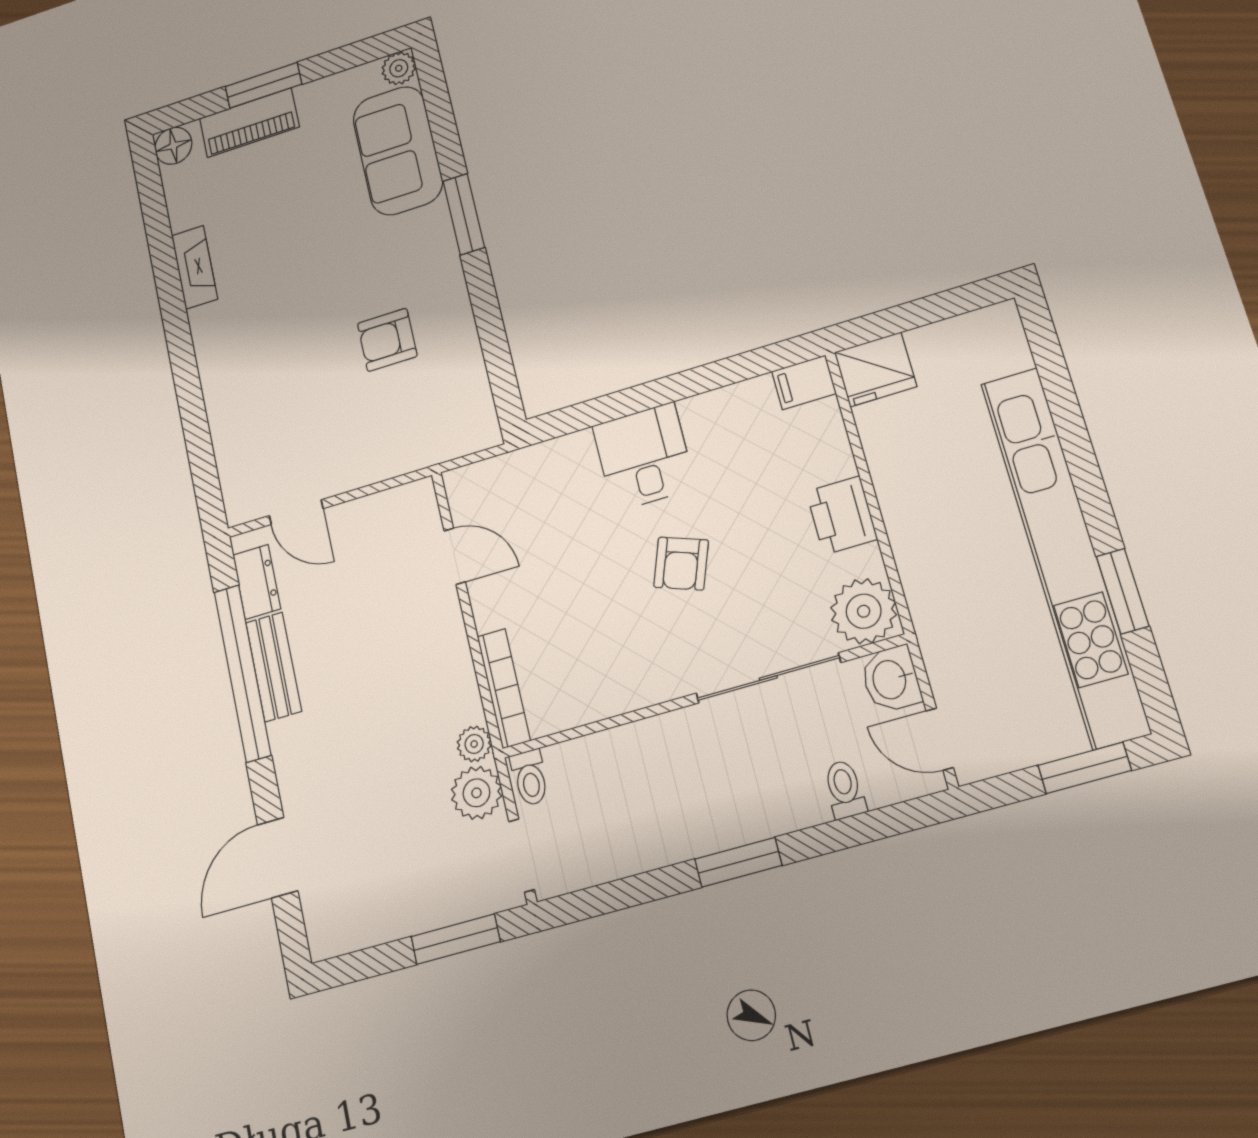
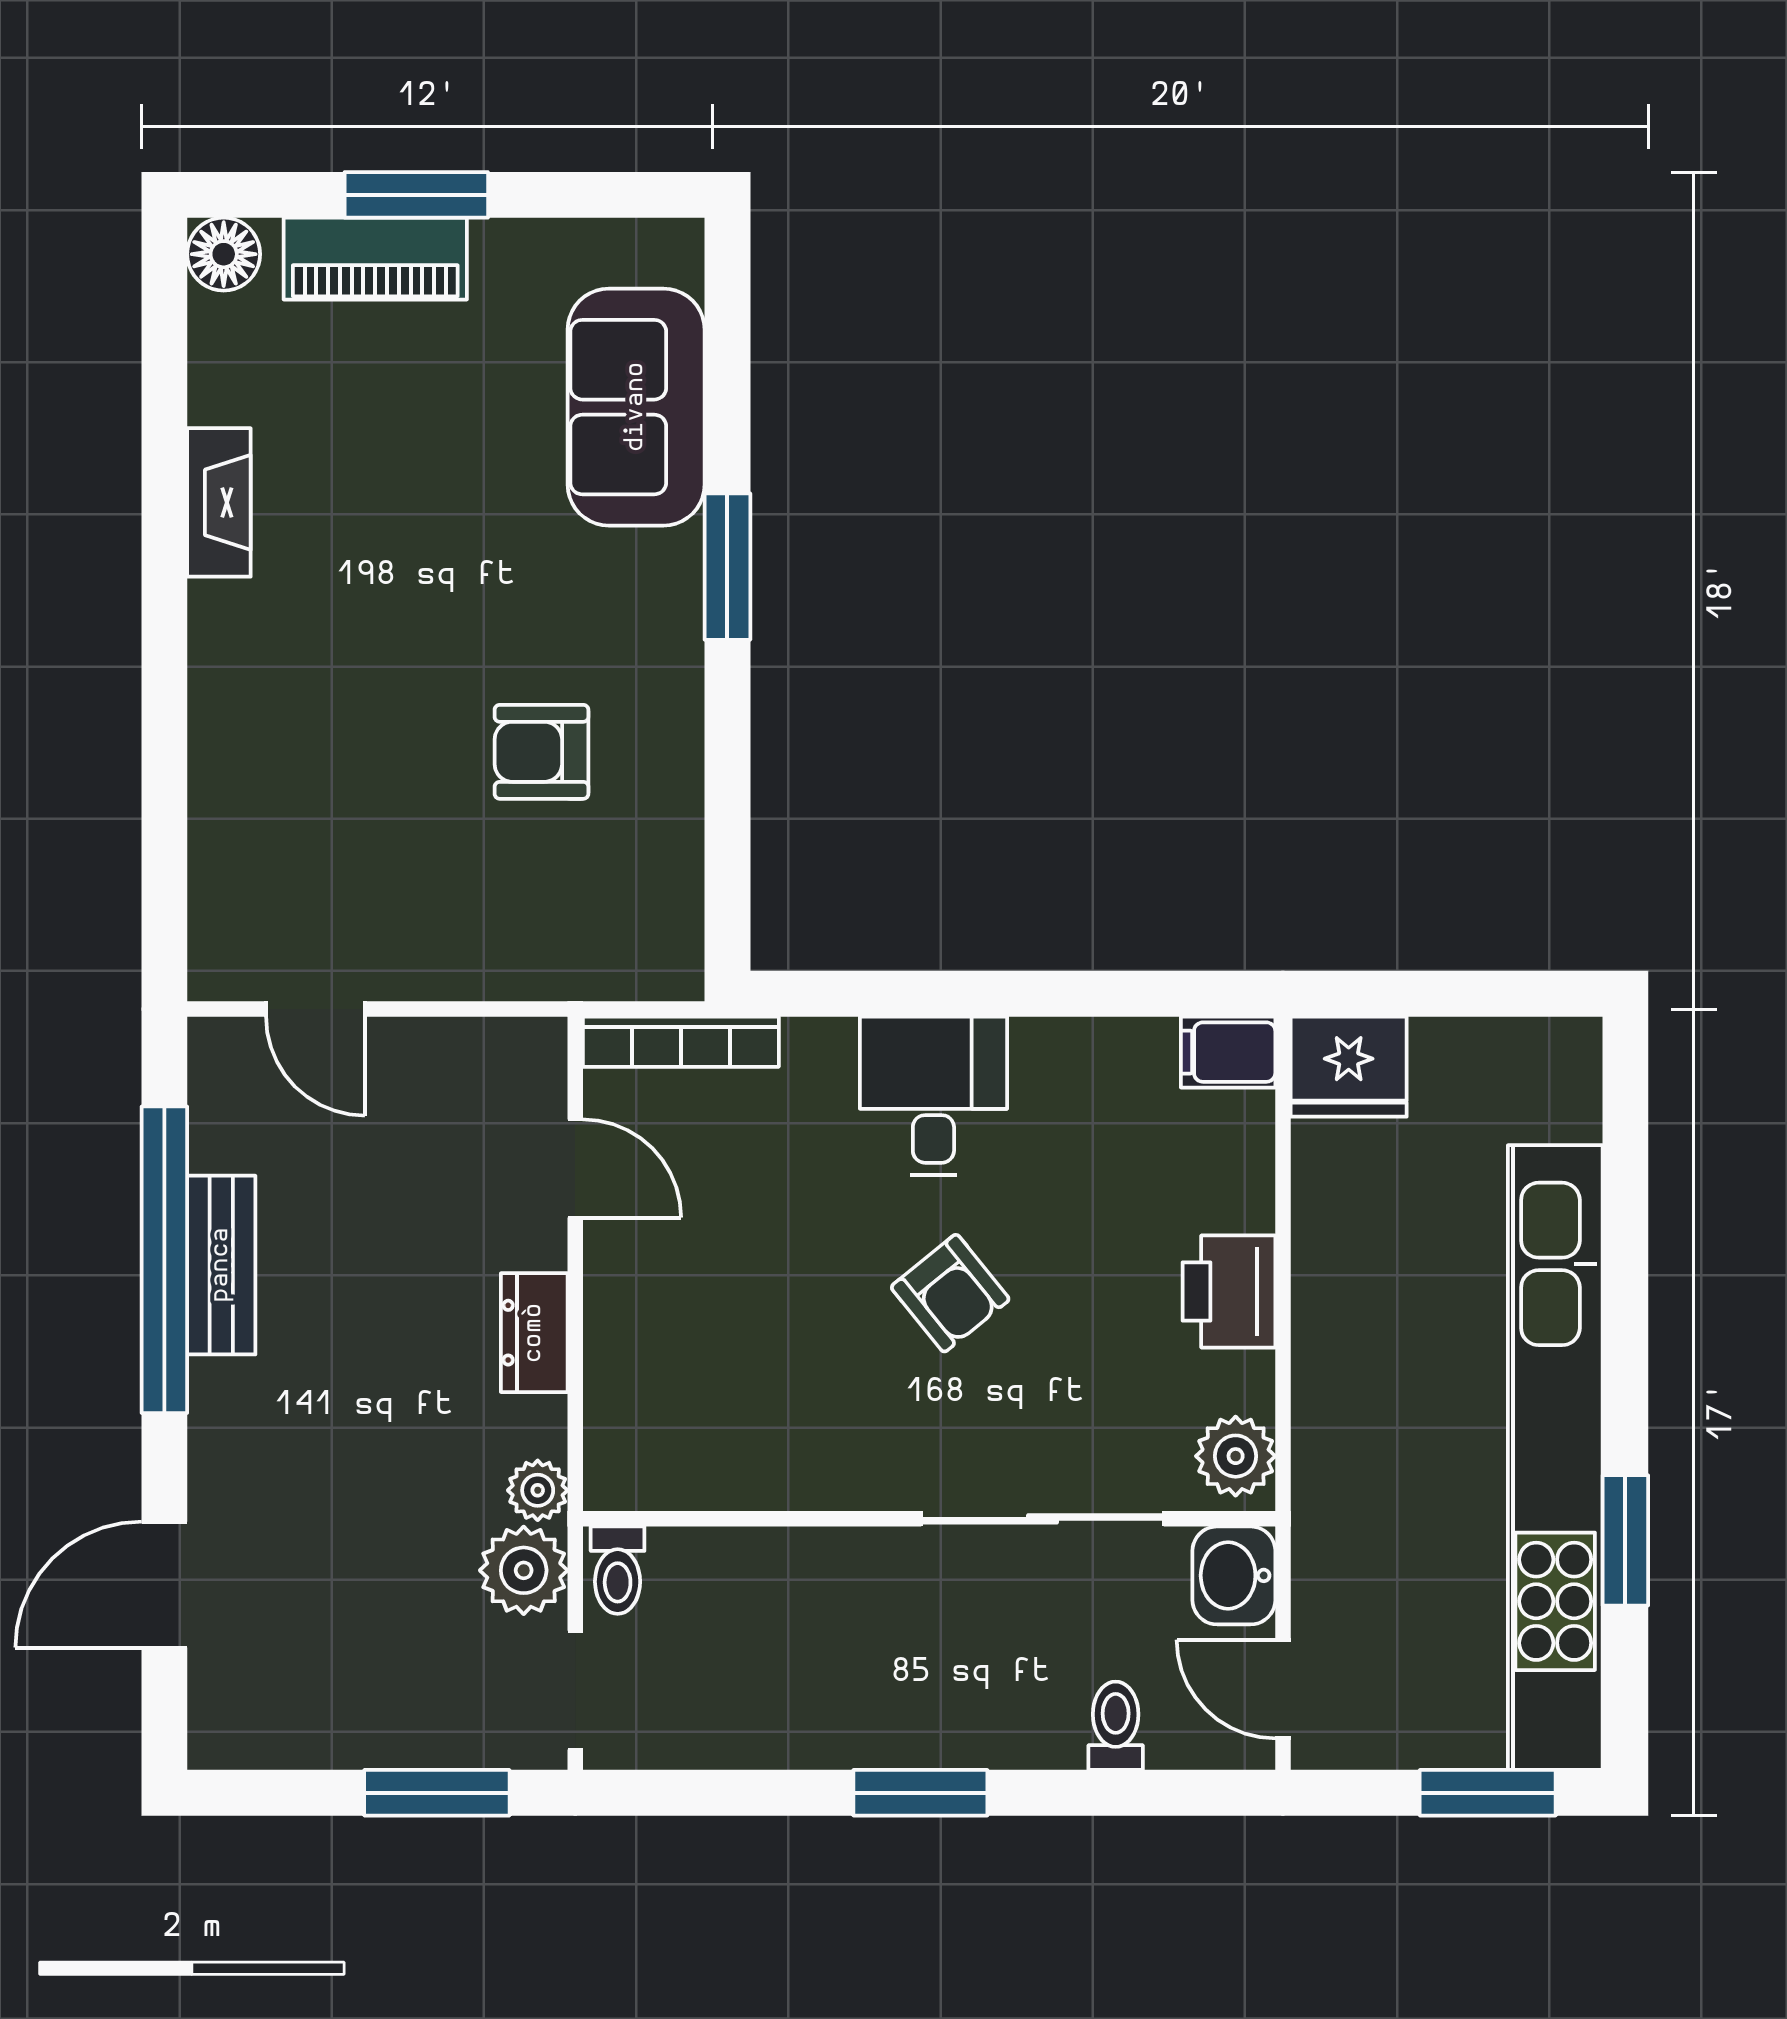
plant: (399, 68) -> (672, 250), removed
armchair: (681, 564) -> (950, 1293), turned -59
dresser: (257, 582) -> (534, 1333), moved, turned 180
plant: (864, 611) -> (1236, 1456), width x0.73, depth x0.73
bookcase: (504, 688) -> (681, 1042), moved, turned 90

